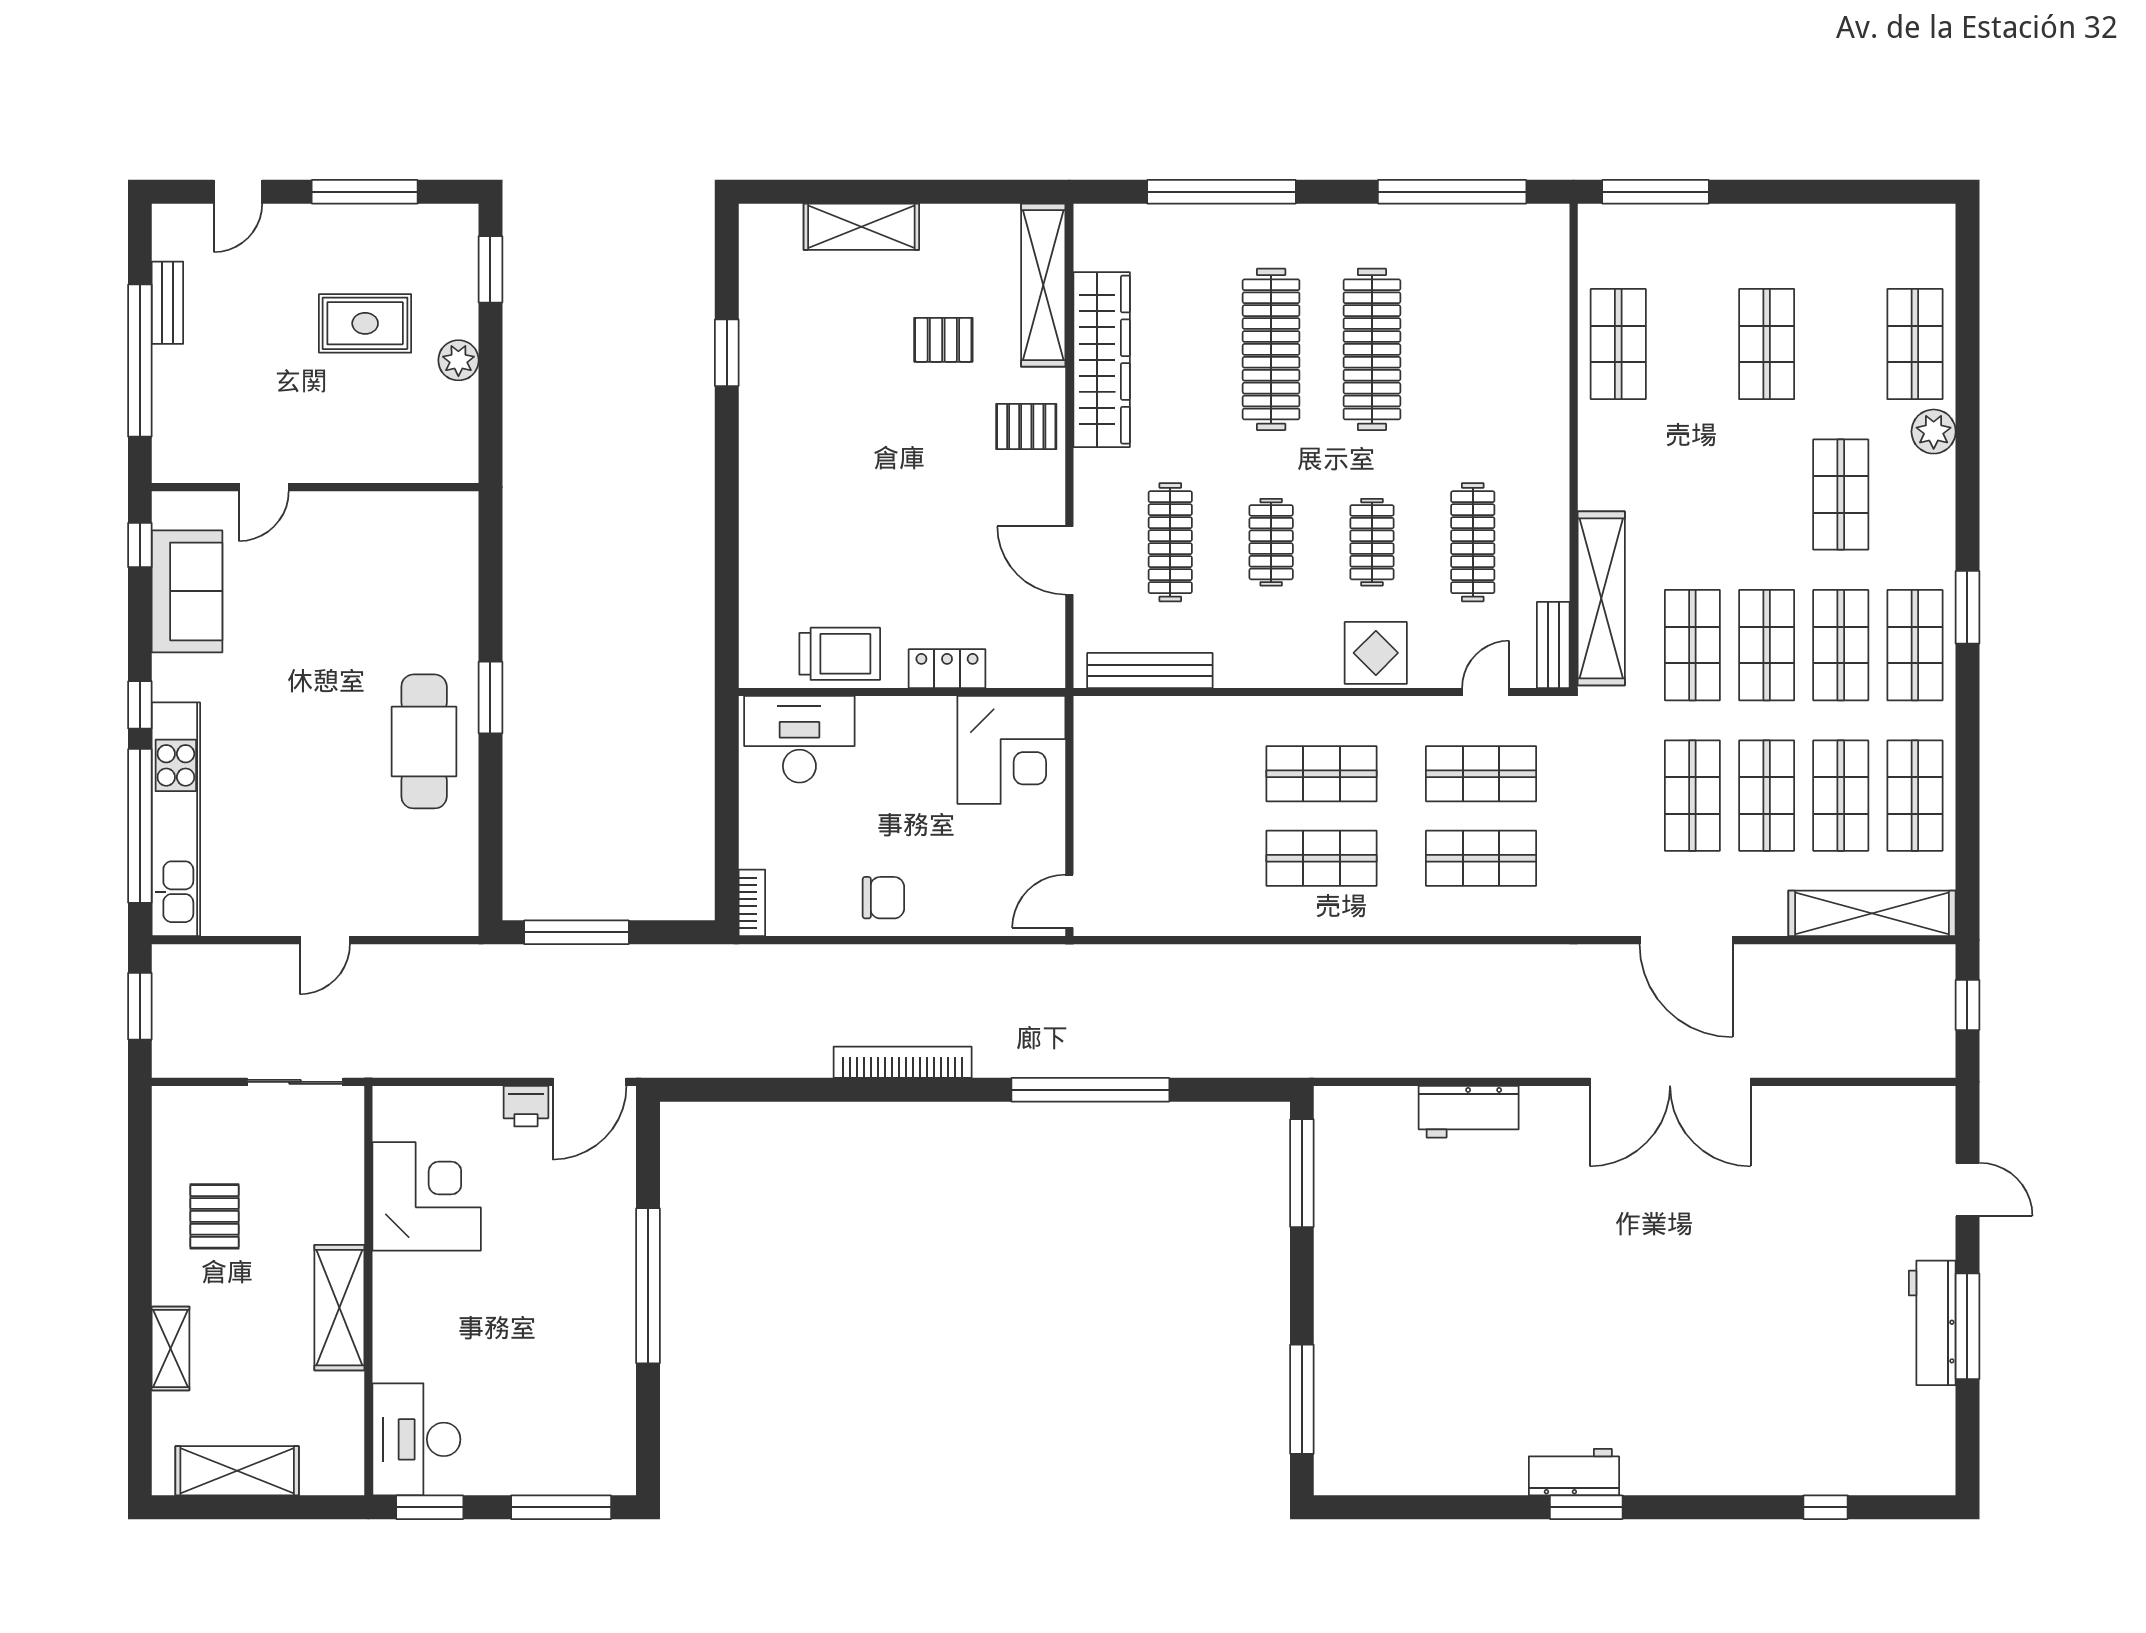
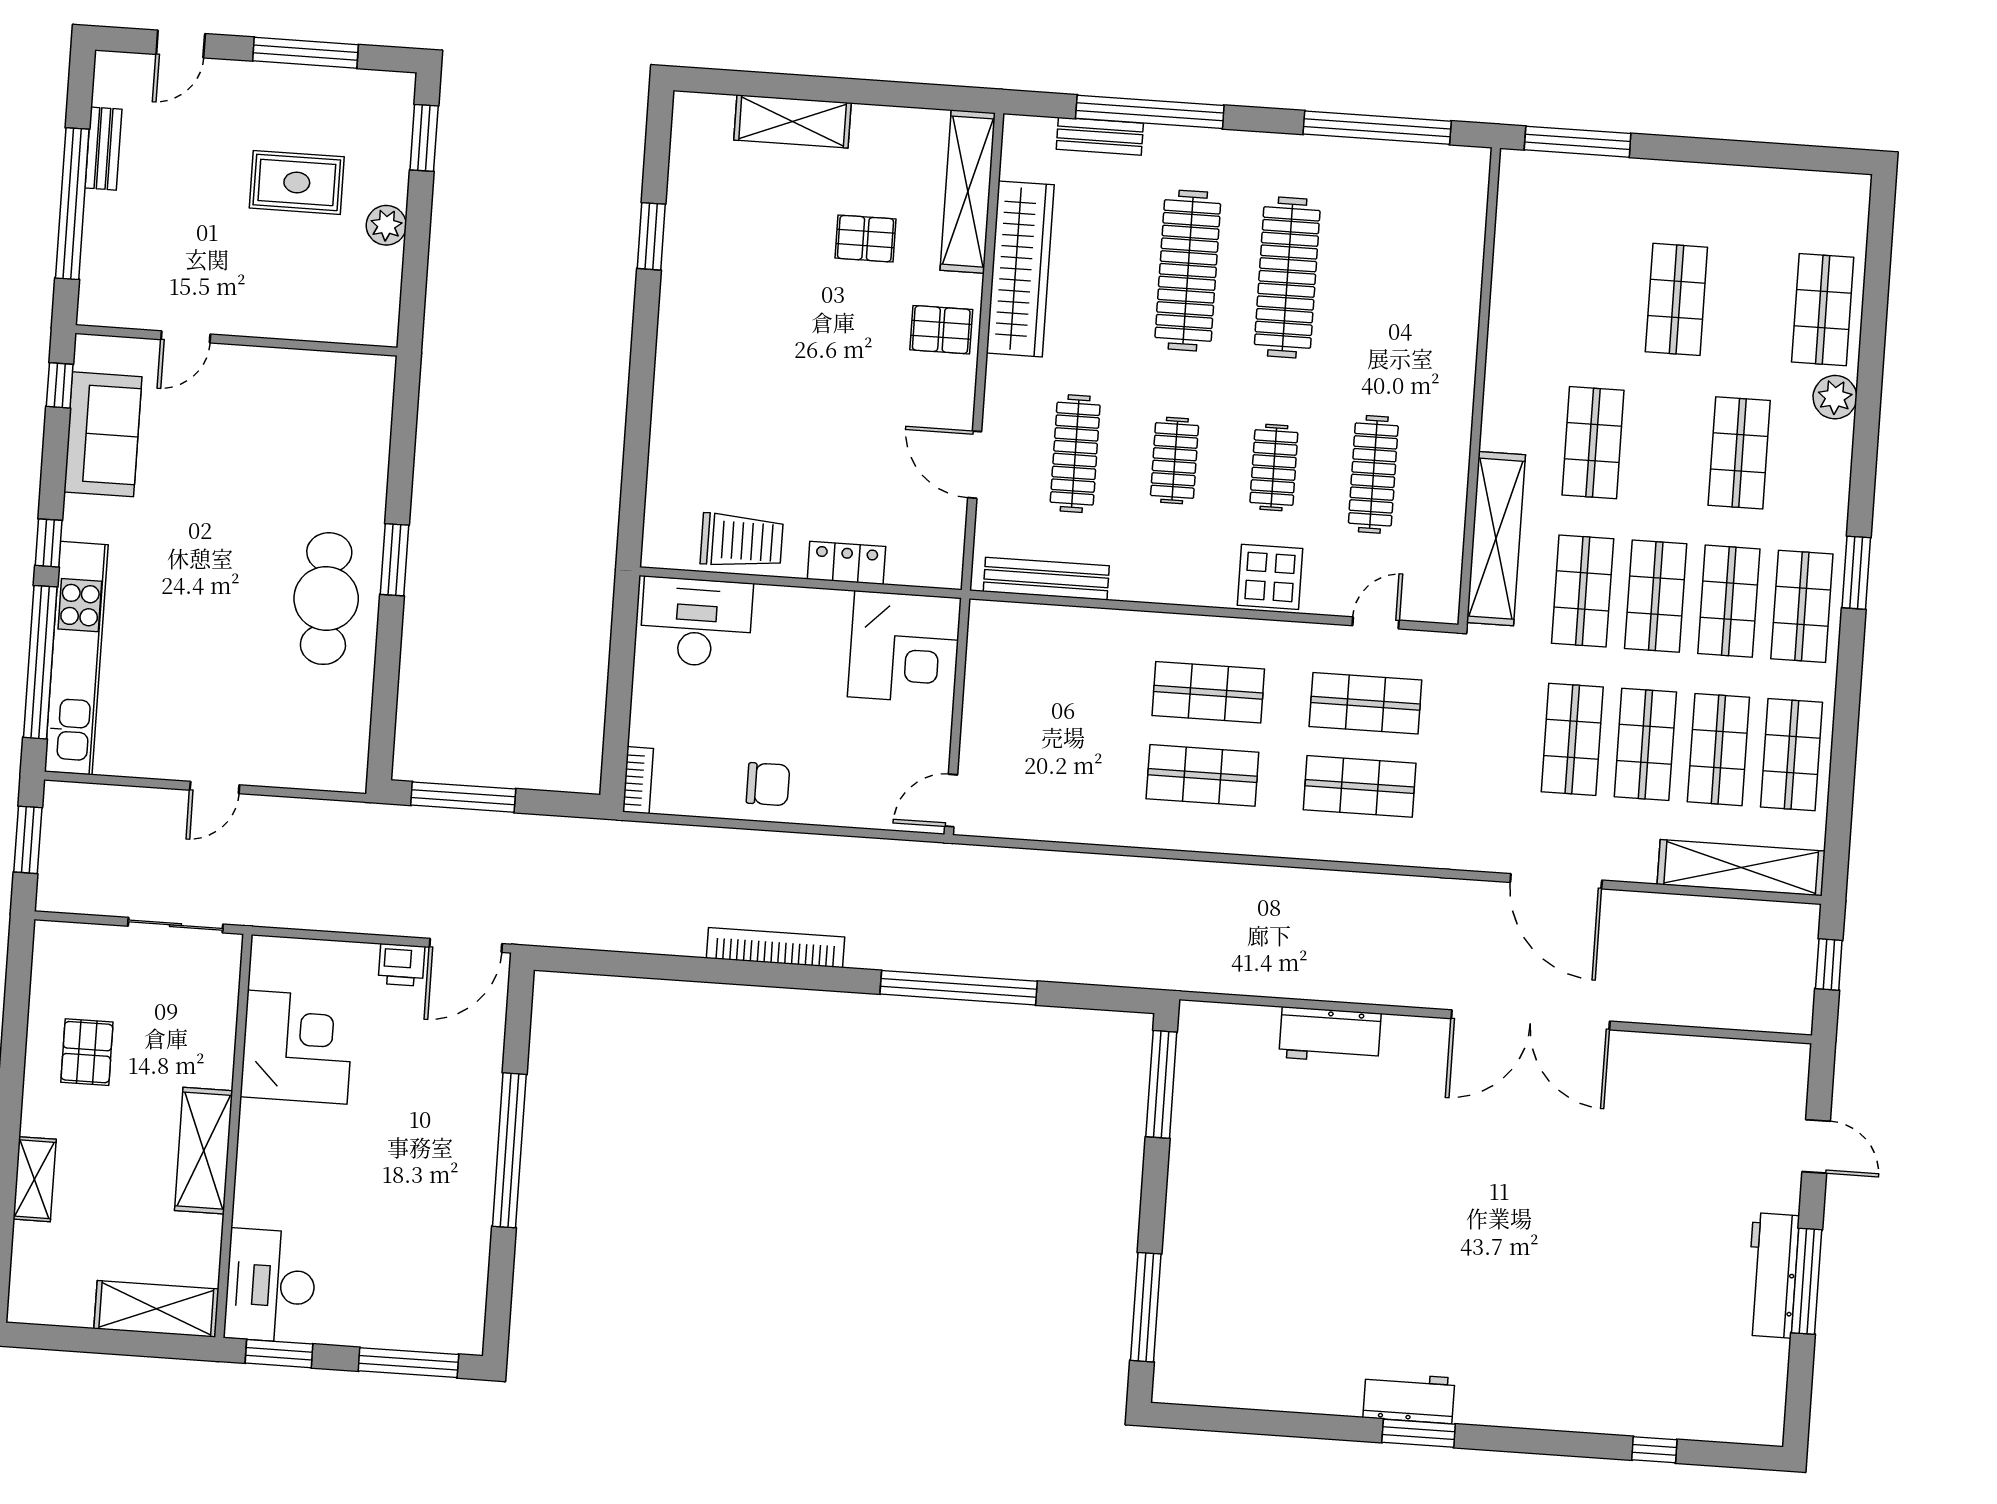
shop shelf: (1618, 344) -> (1593, 443), moved
bench: (1553, 645) -> (1100, 136), moved, turned 90
shelving: (237, 1471) -> (156, 1309), moved

